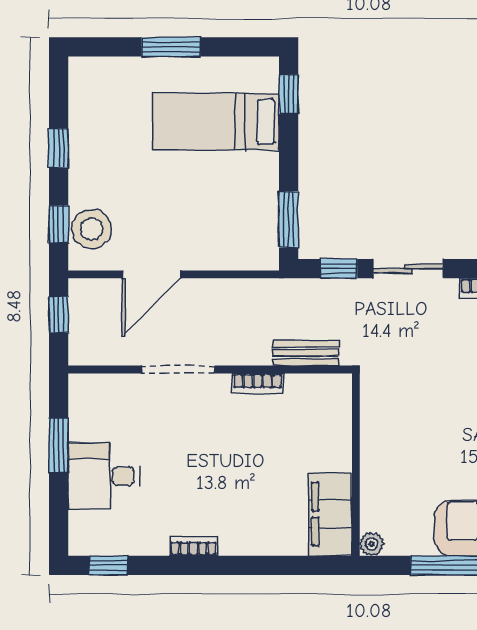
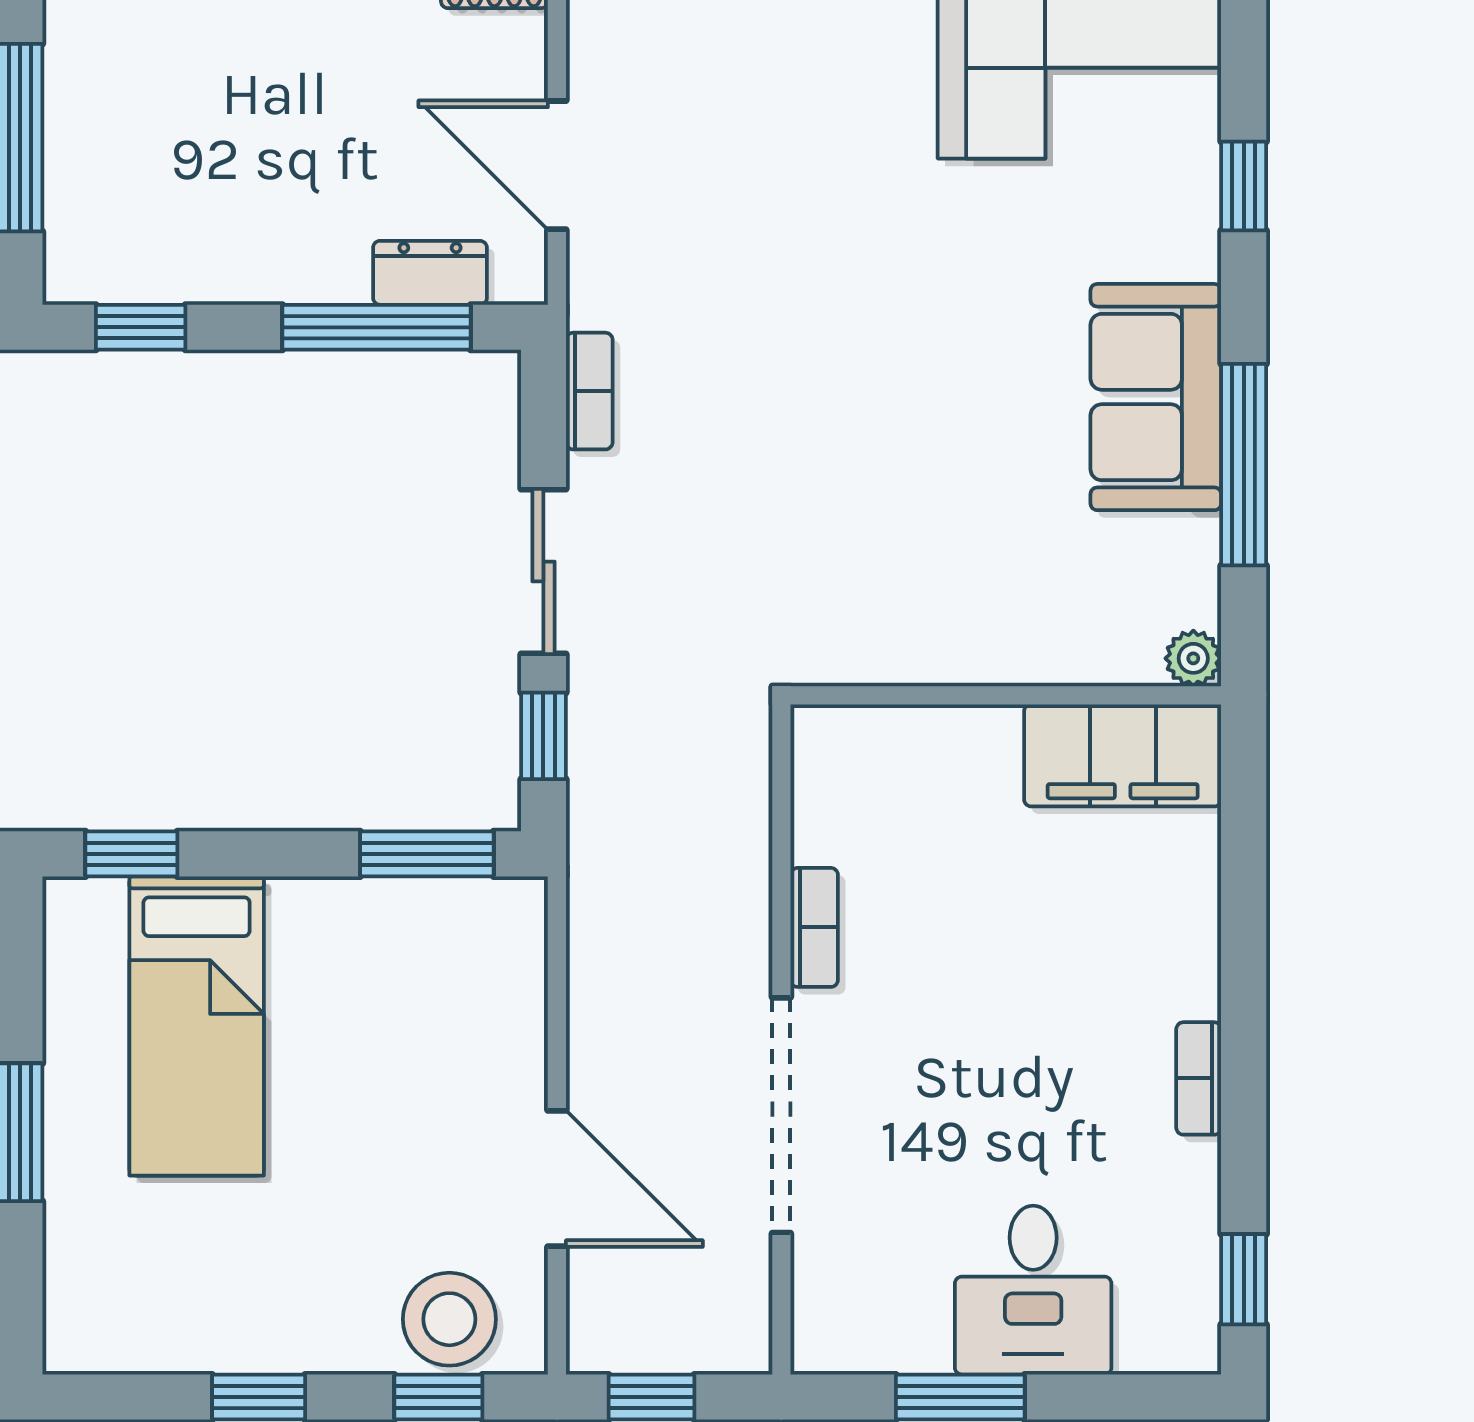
bench: (306, 353) -> (742, 814), removed
doorway: (178, 369) -> (781, 1115), width x1.36

